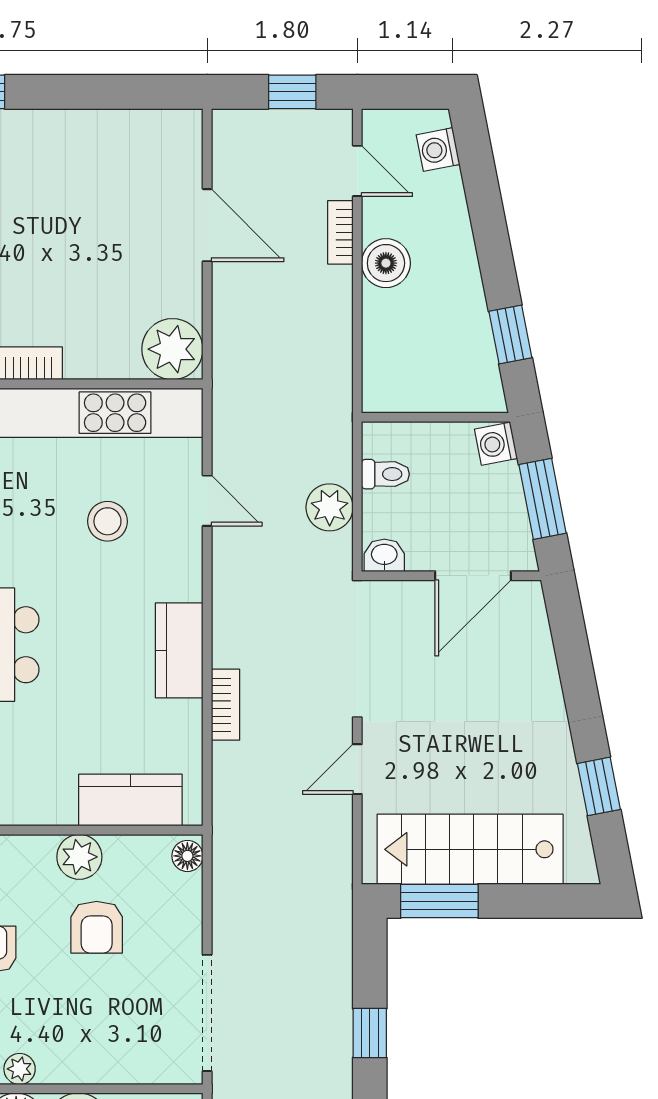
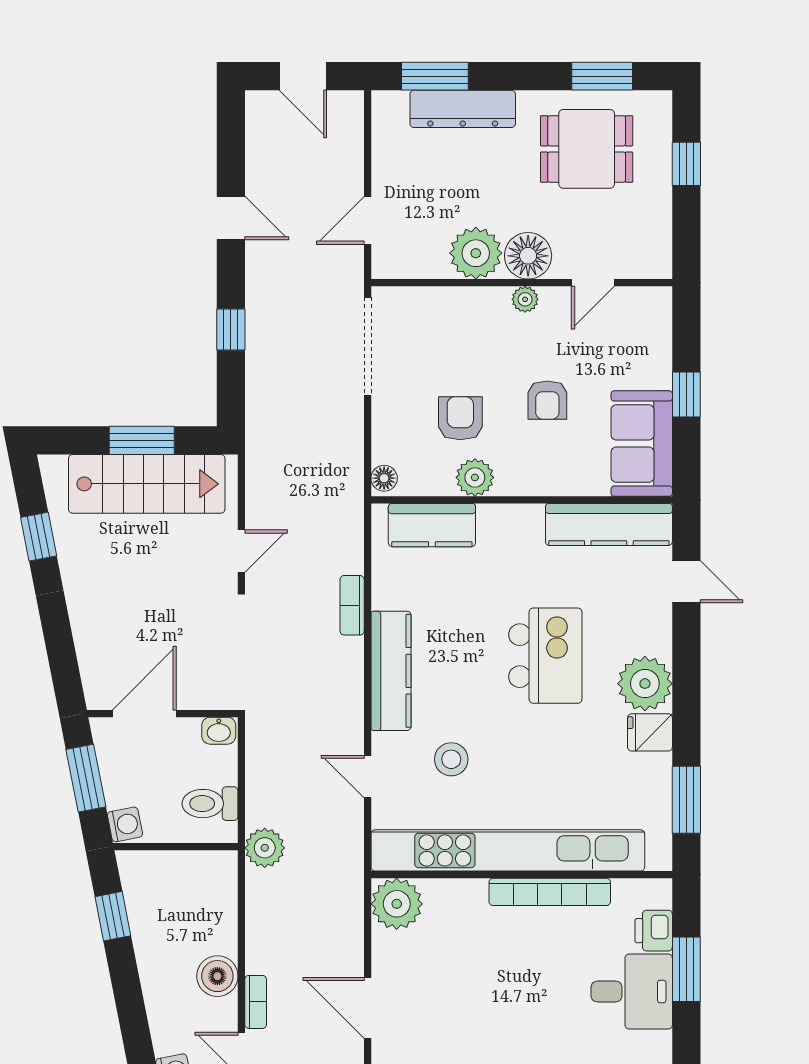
toilet: (385, 474) -> (210, 804), width x1.37, depth x1.39
plant: (330, 507) -> (265, 848), moved
kitchen counter: (179, 650) -> (391, 671), width x1.50
window: (439, 901) -> (142, 440), moved

